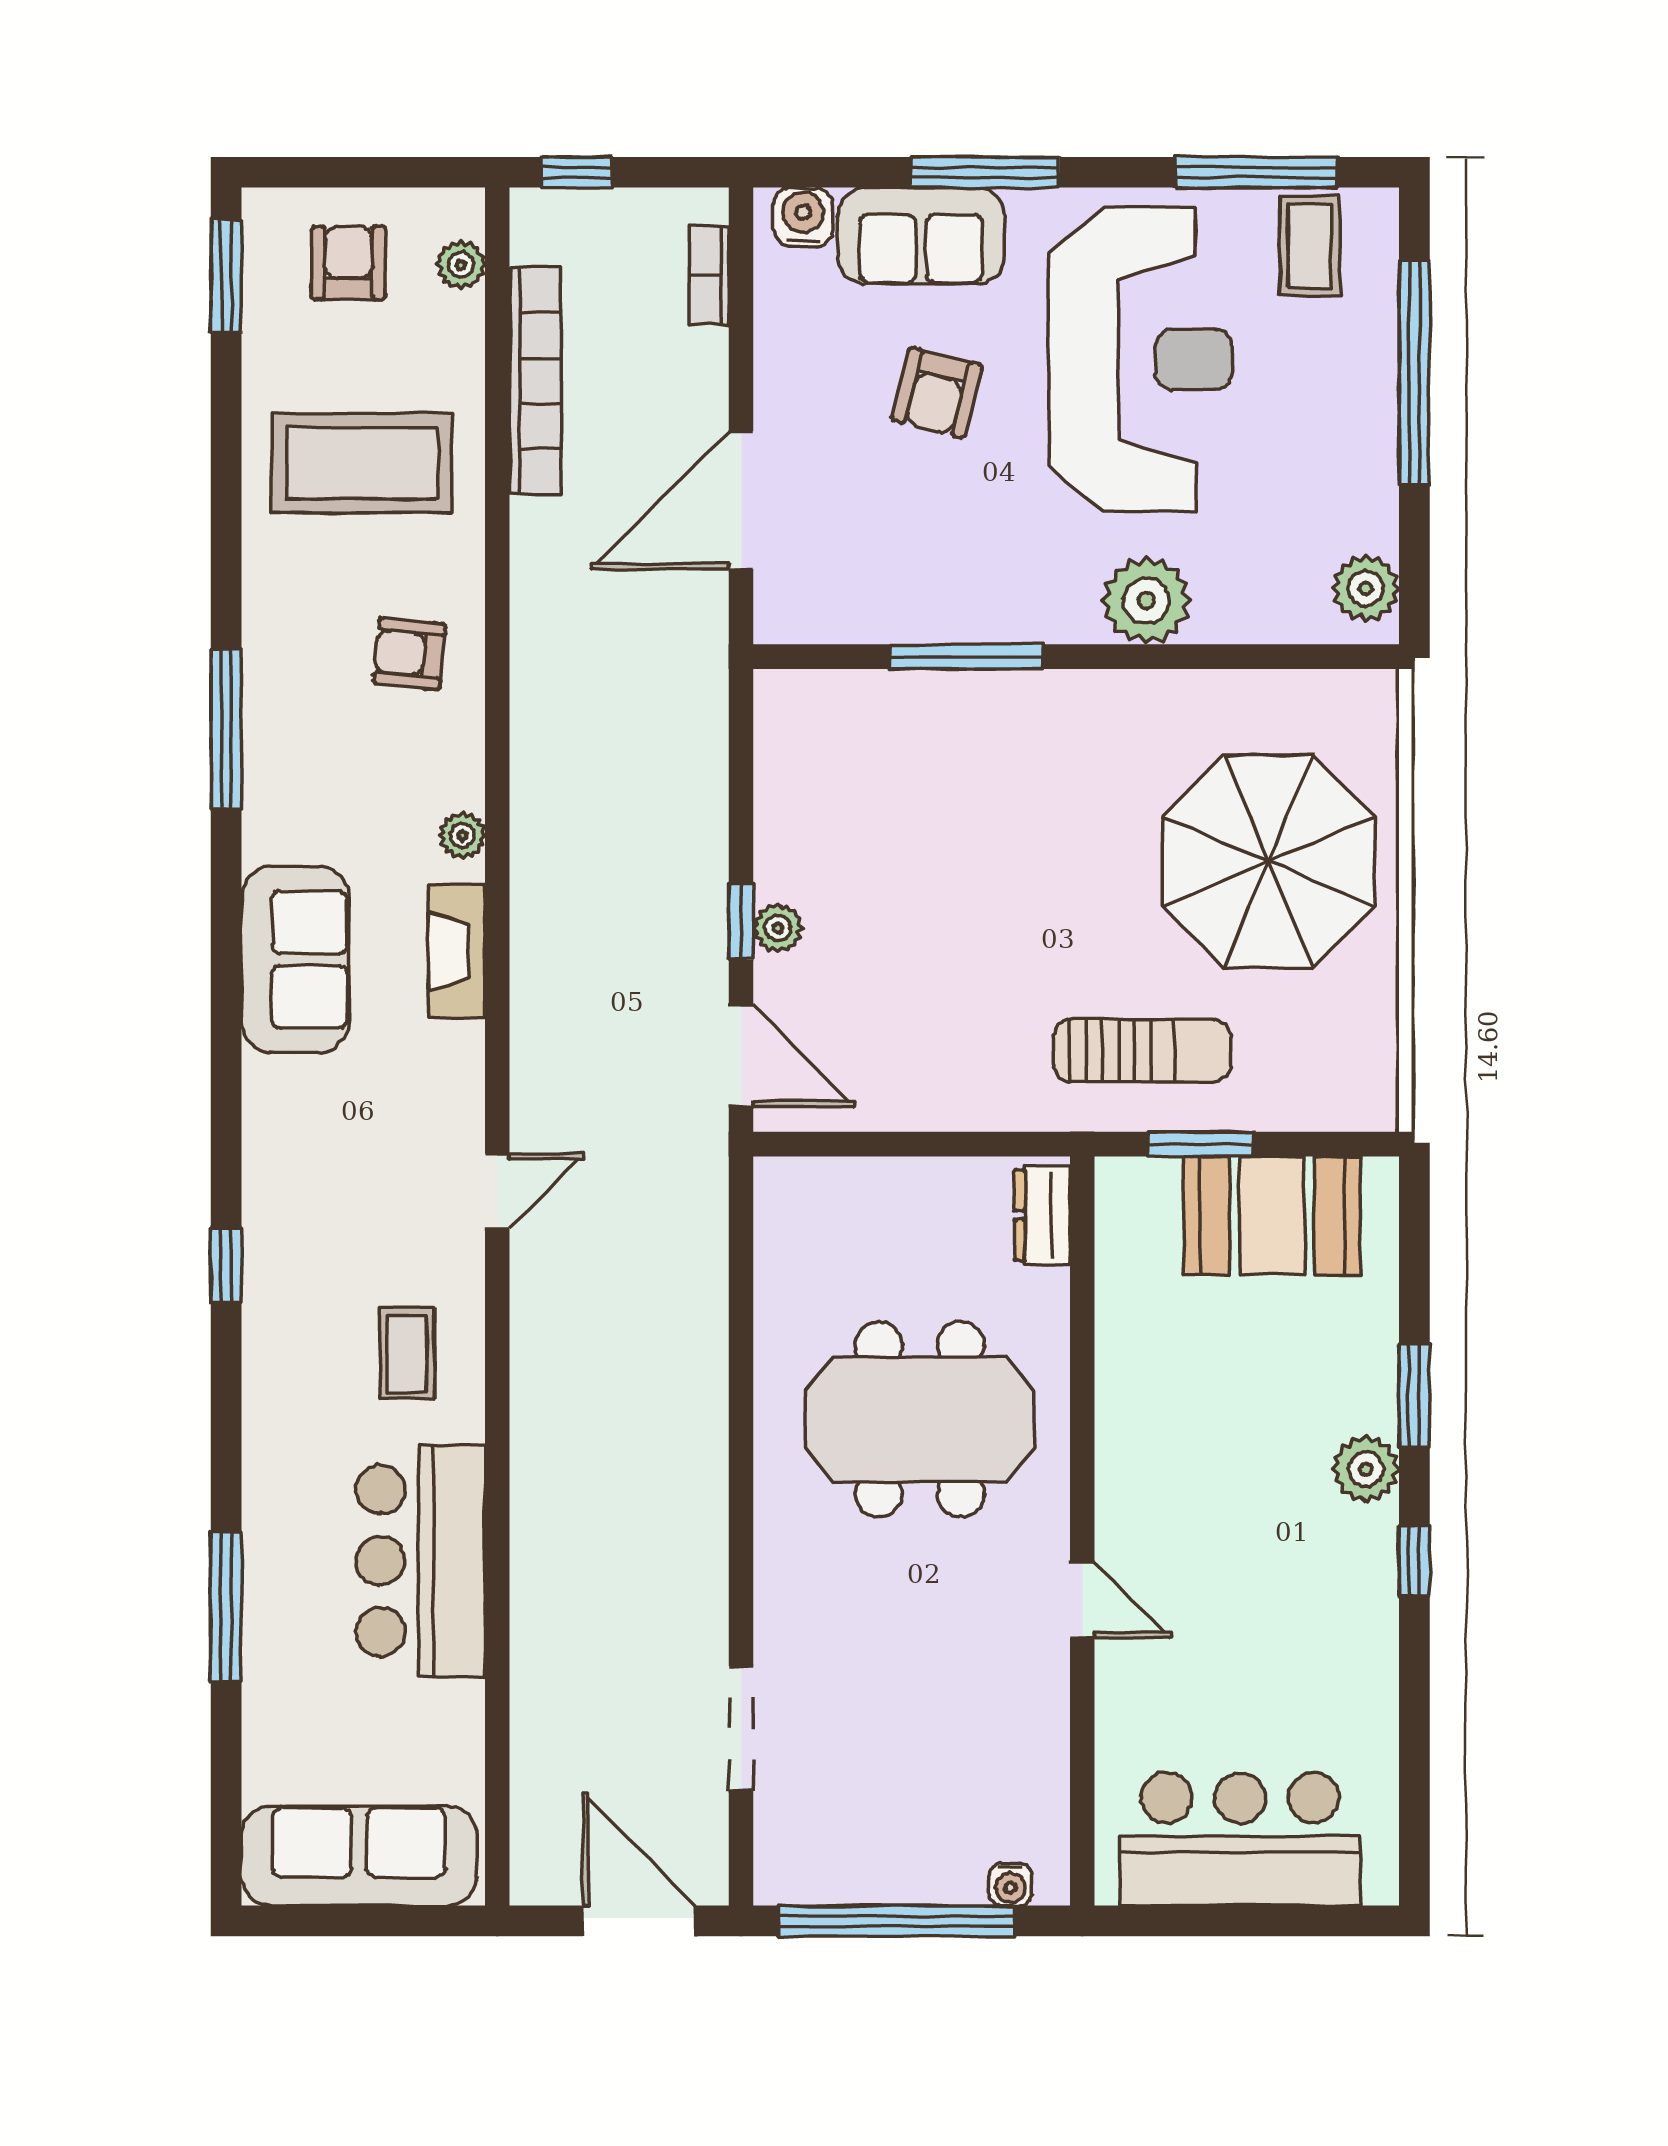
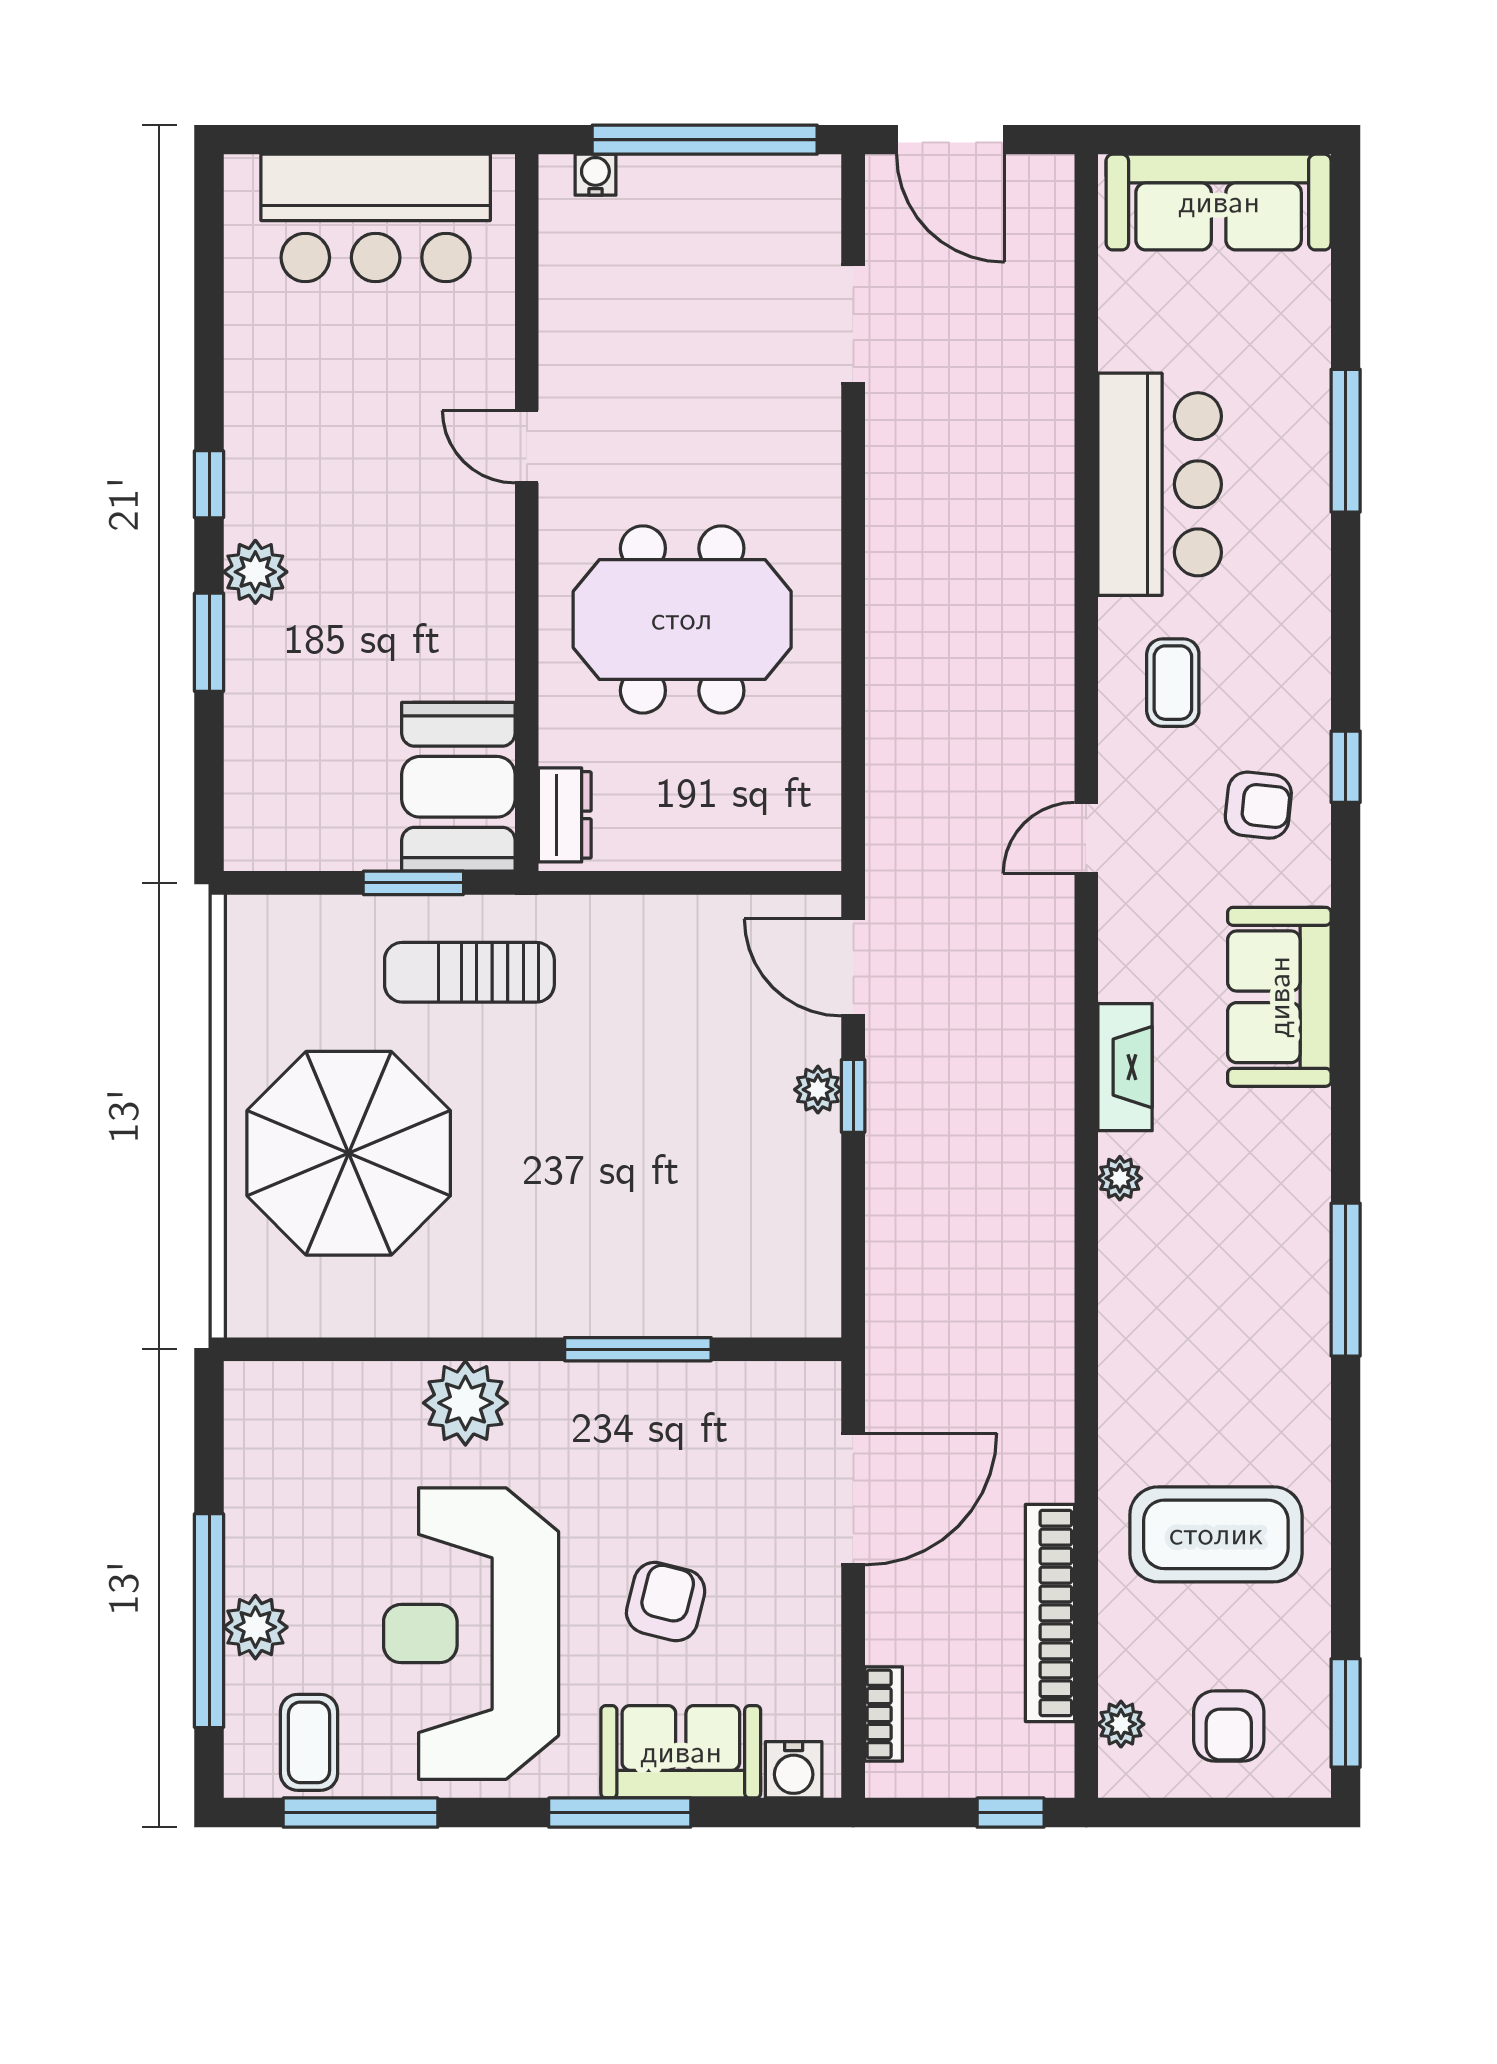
plant: (1366, 588) -> (255, 1627), moved
armchair: (410, 654) -> (1258, 805), moved
sofa: (295, 959) -> (1279, 997), moved
booth: (1272, 1216) -> (458, 787), moved, turned 90

